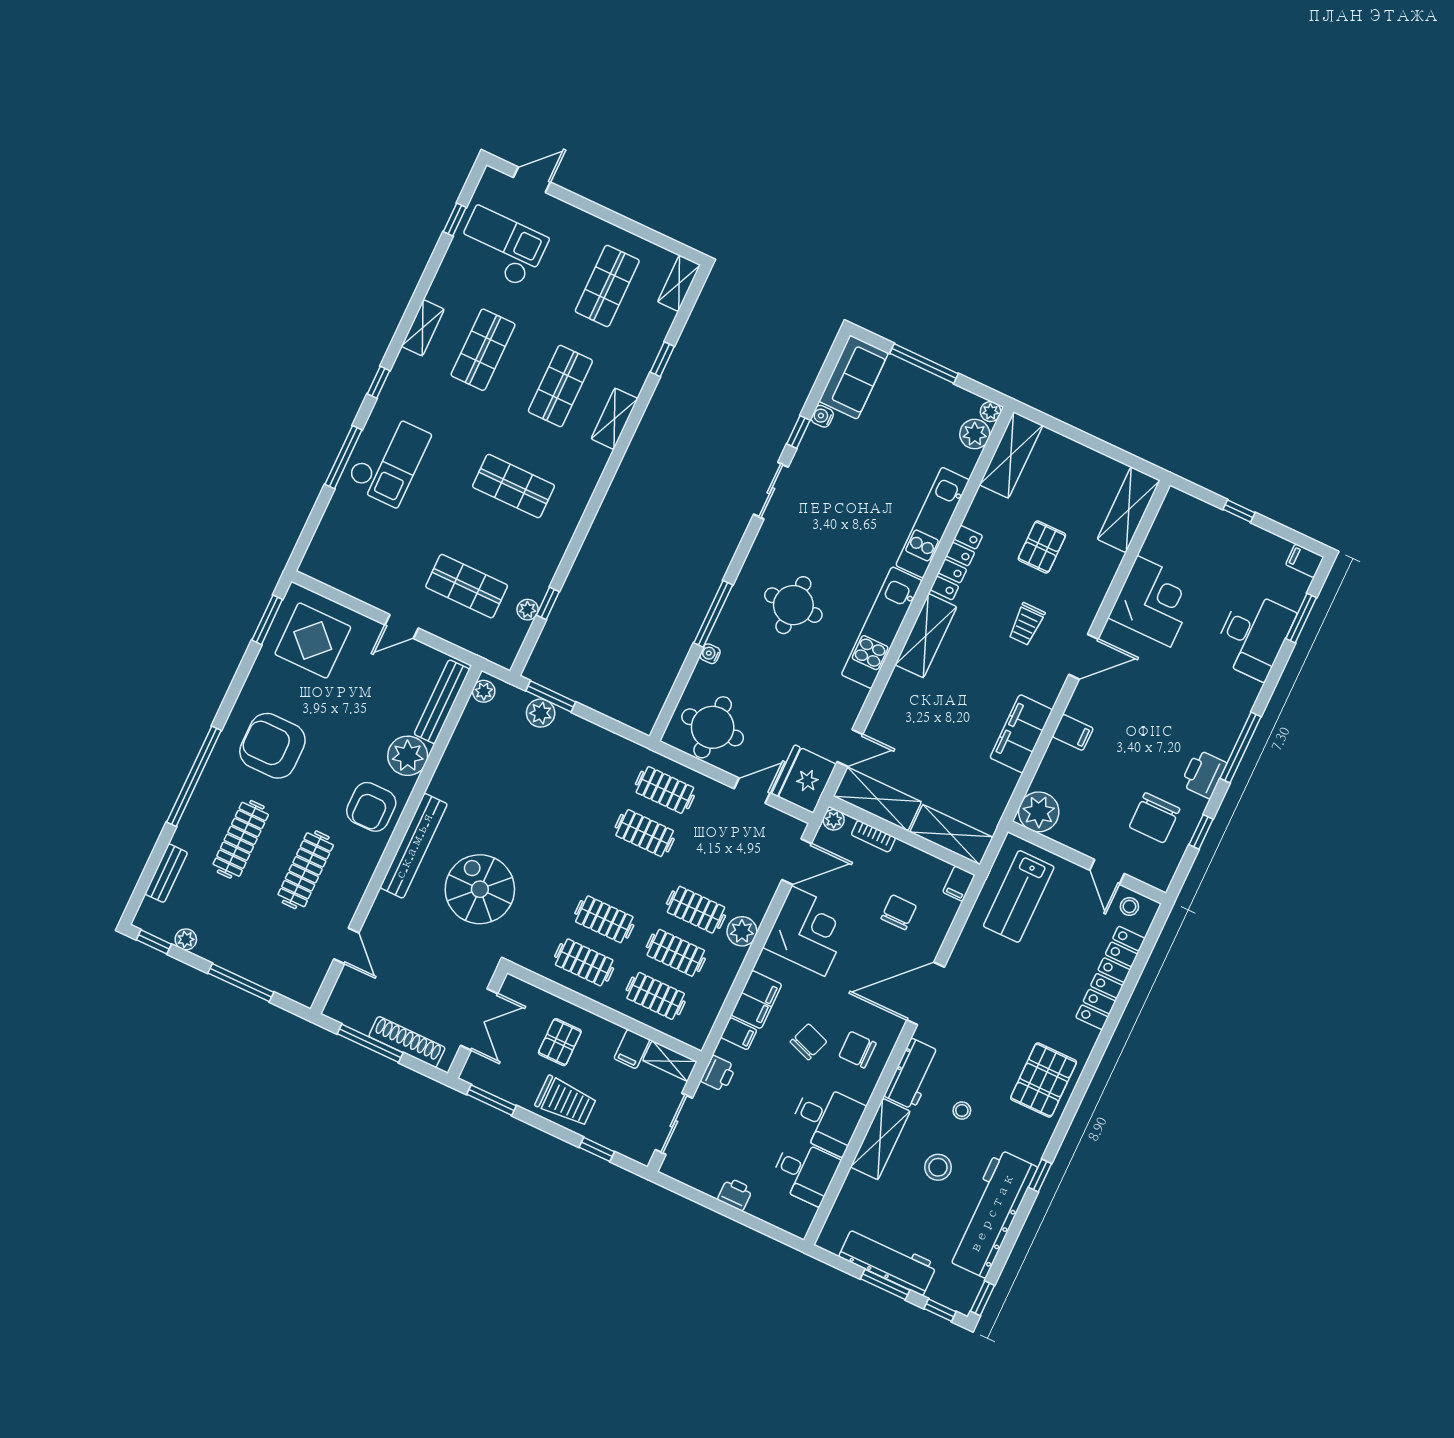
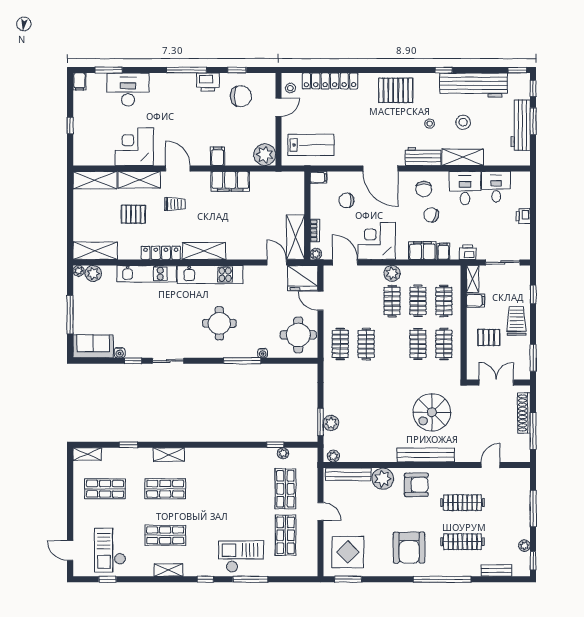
shop shelf: (513, 486) -> (285, 535), moved
shelving: (951, 835) -> (139, 180), moved, turned 90

